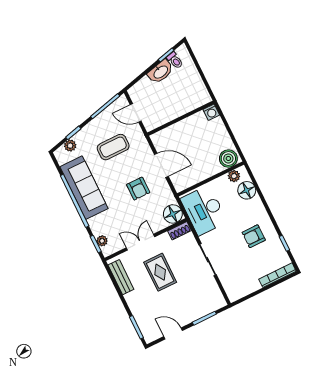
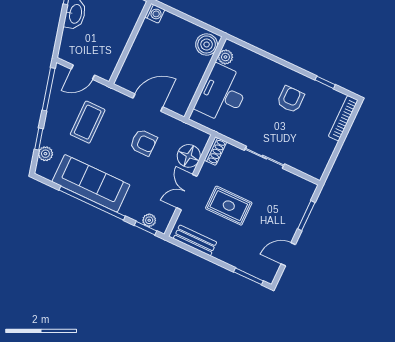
floor lamp: (247, 190) -> (249, 61), removed
desk: (204, 210) -> (223, 94), moved, turned 90
floor lamp: (173, 214) -> (189, 156), moved
armchair: (254, 236) -> (291, 99), turned 180

